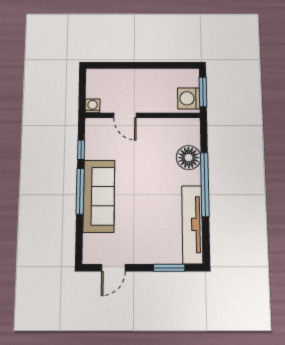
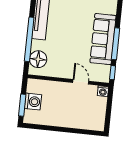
washing machine: (93, 106) -> (103, 91), moved
door: (125, 115) -> (81, 82), moved
wall: (143, 115) -> (68, 80), moved

